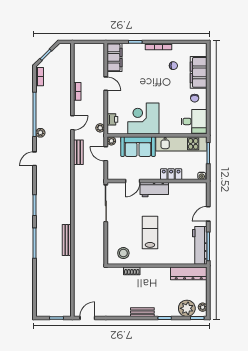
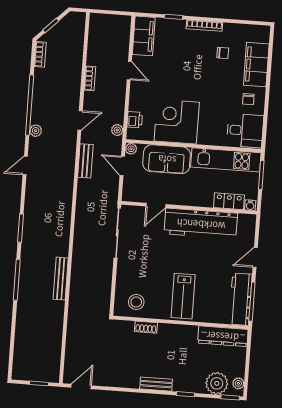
locker: (171, 174) -> (229, 201), moved
workbench: (154, 190) -> (201, 224), width x1.88, depth x1.32
lab bench: (150, 232) -> (183, 296), moved, turned 180

